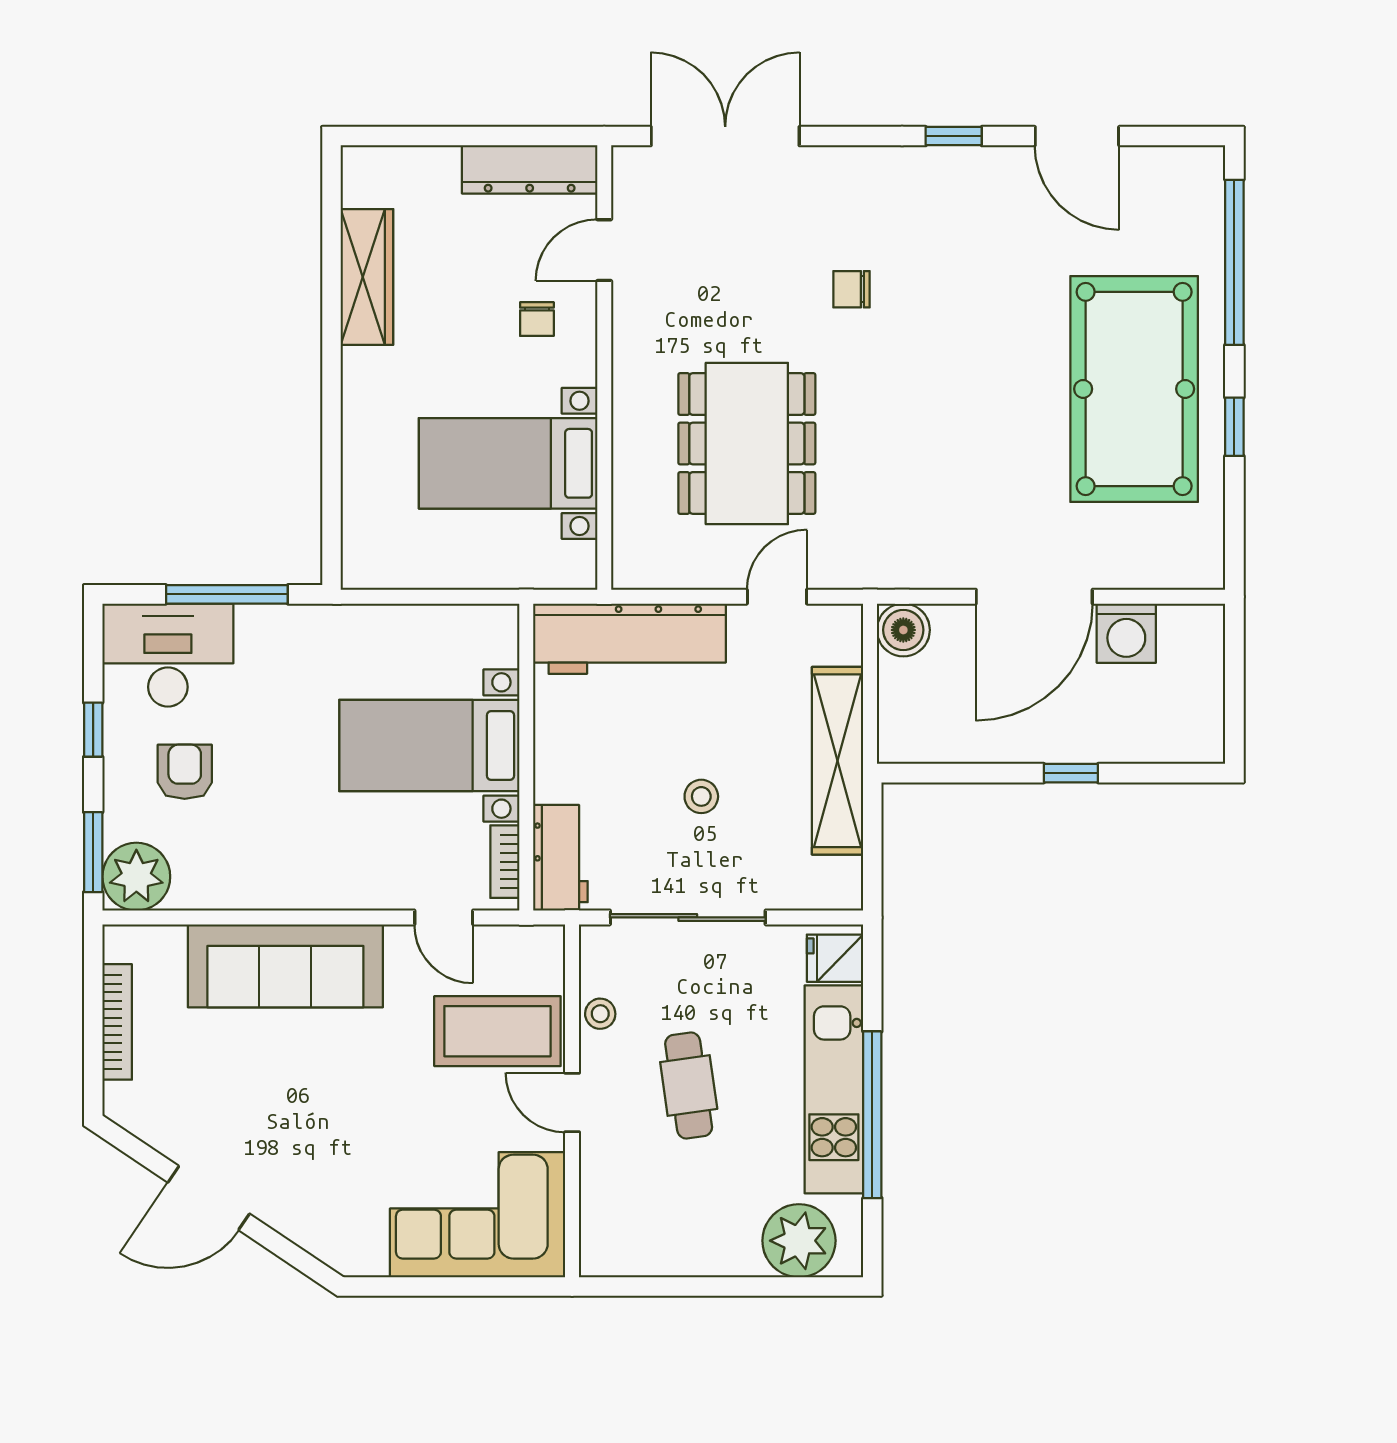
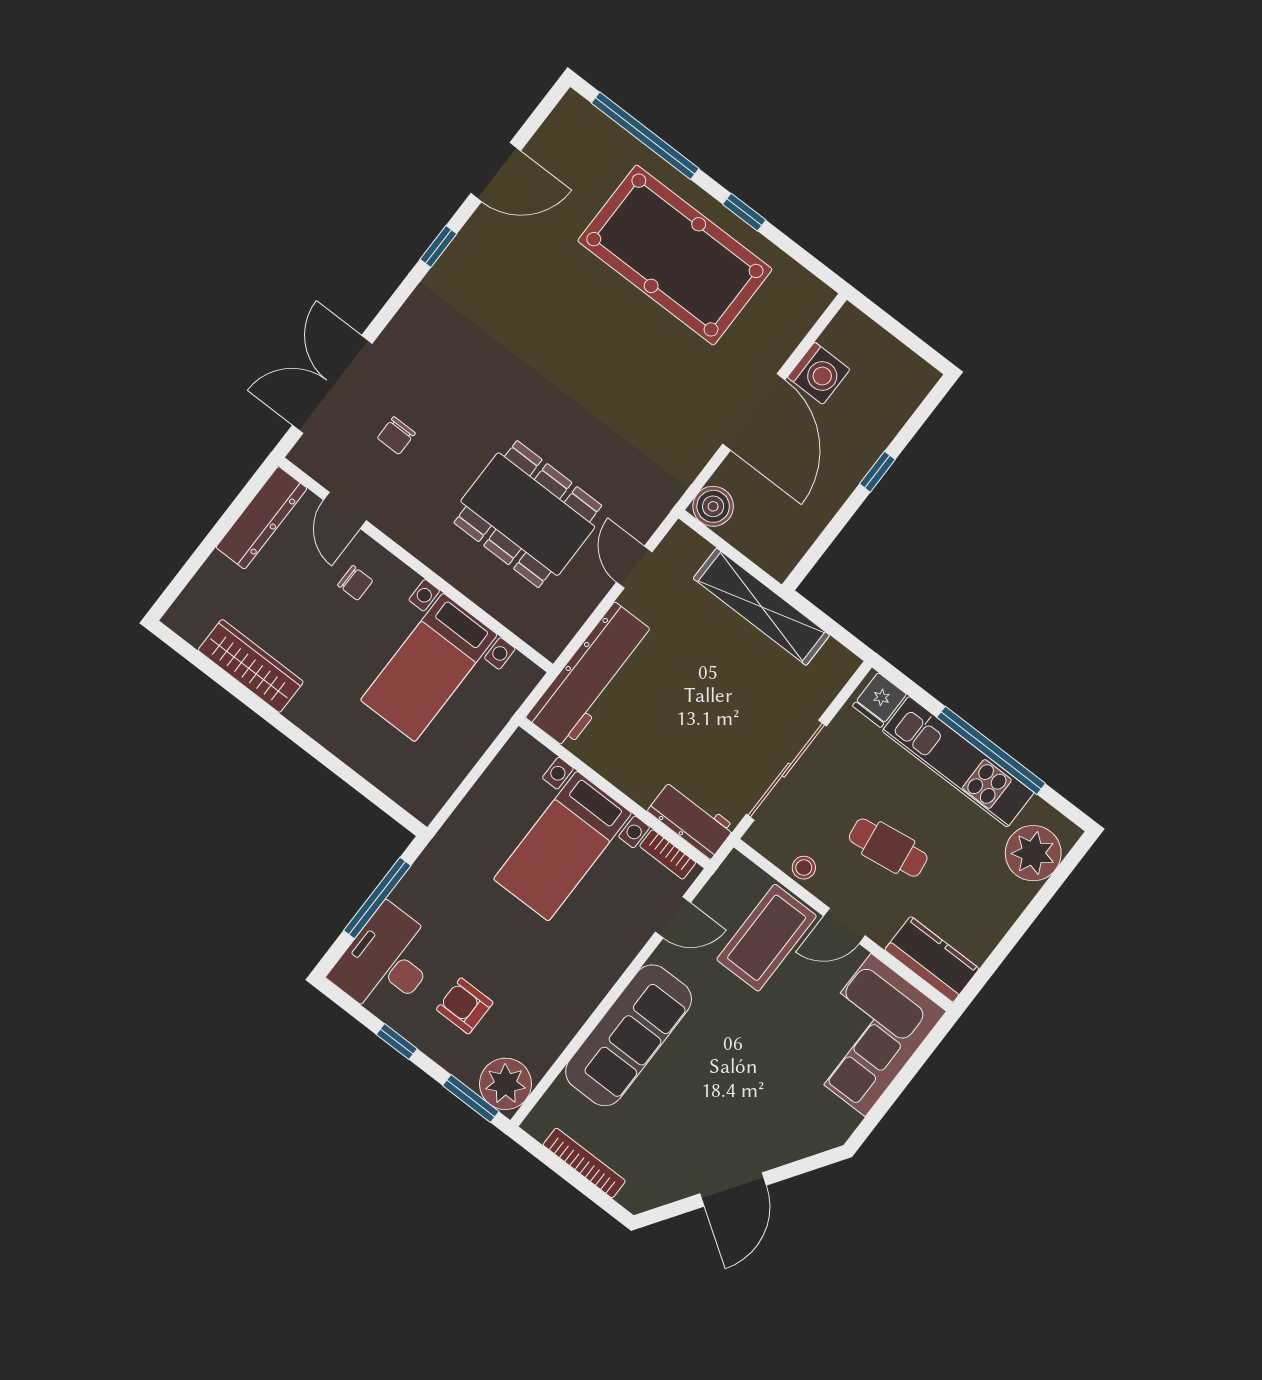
chair: (852, 289) -> (396, 435), moved
stool: (701, 796) -> (720, 706), removed
kitchen counter: (607, 1220) -> (932, 959), added

